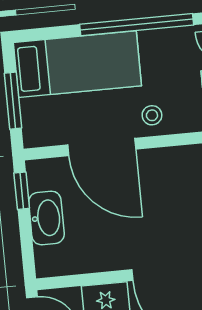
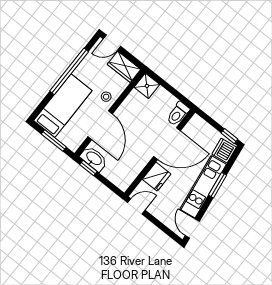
door: (102, 147) -> (100, 125), hinge flipped
washbasin: (46, 218) -> (94, 159), moved

